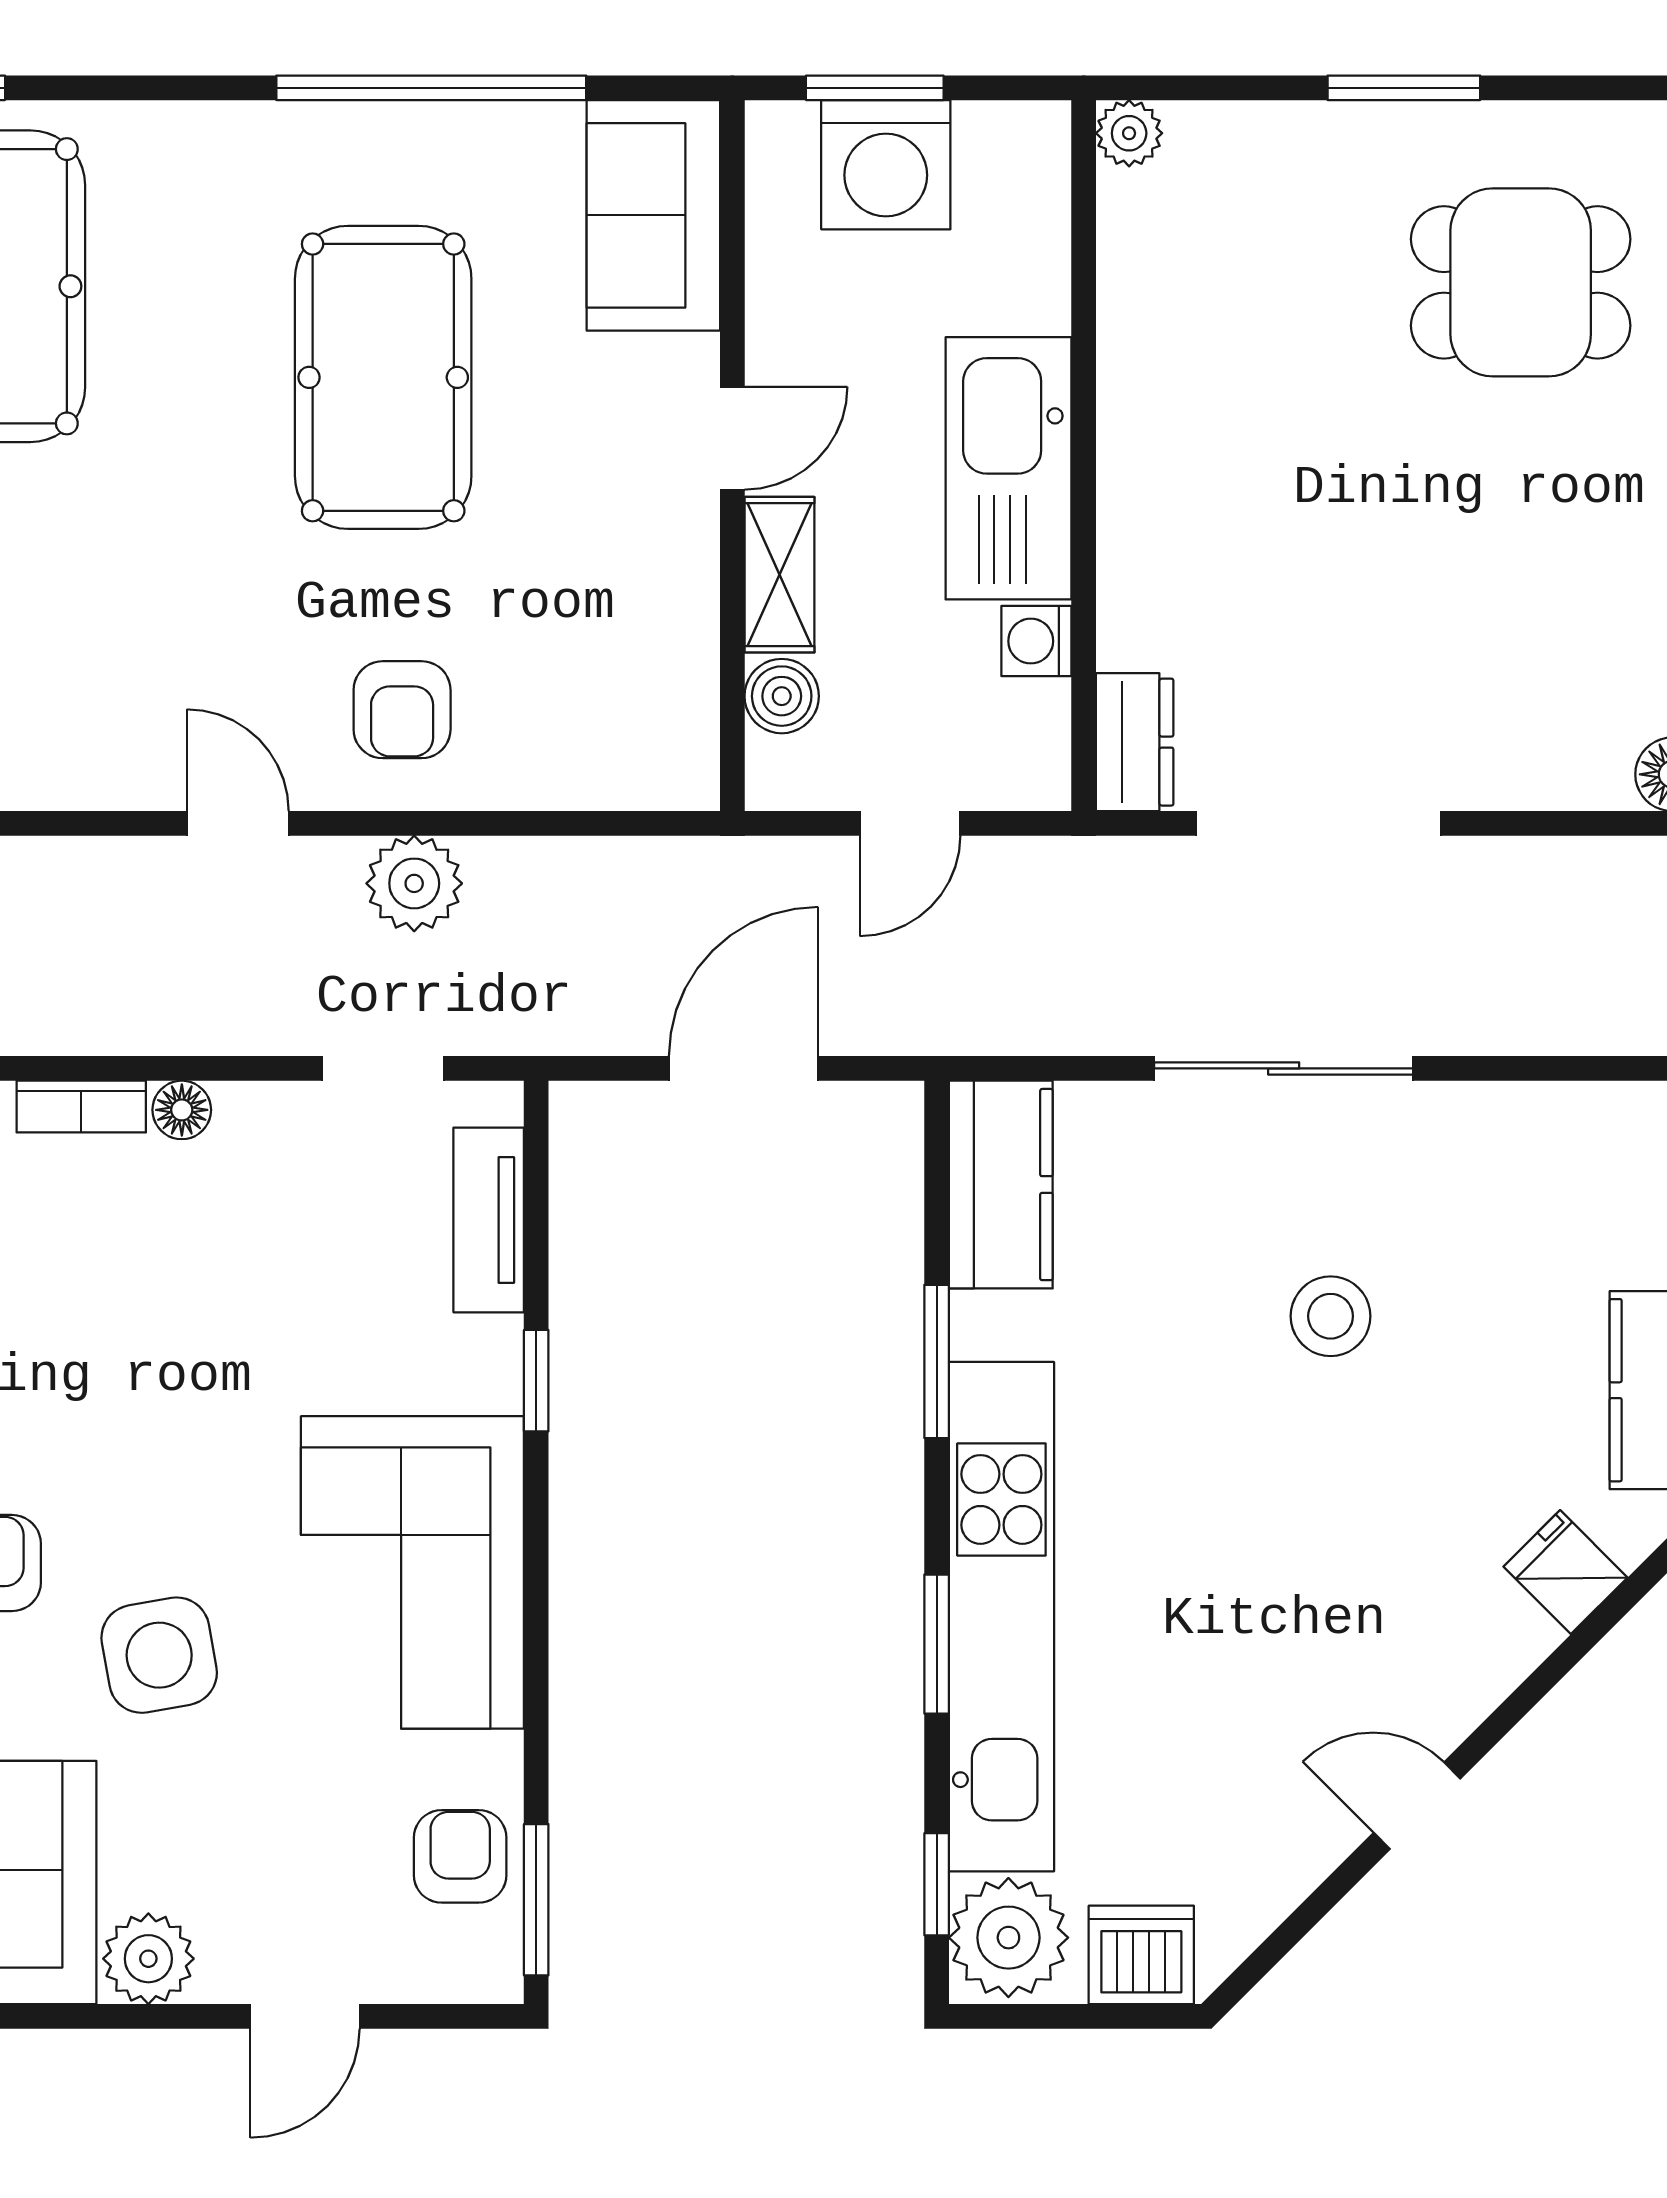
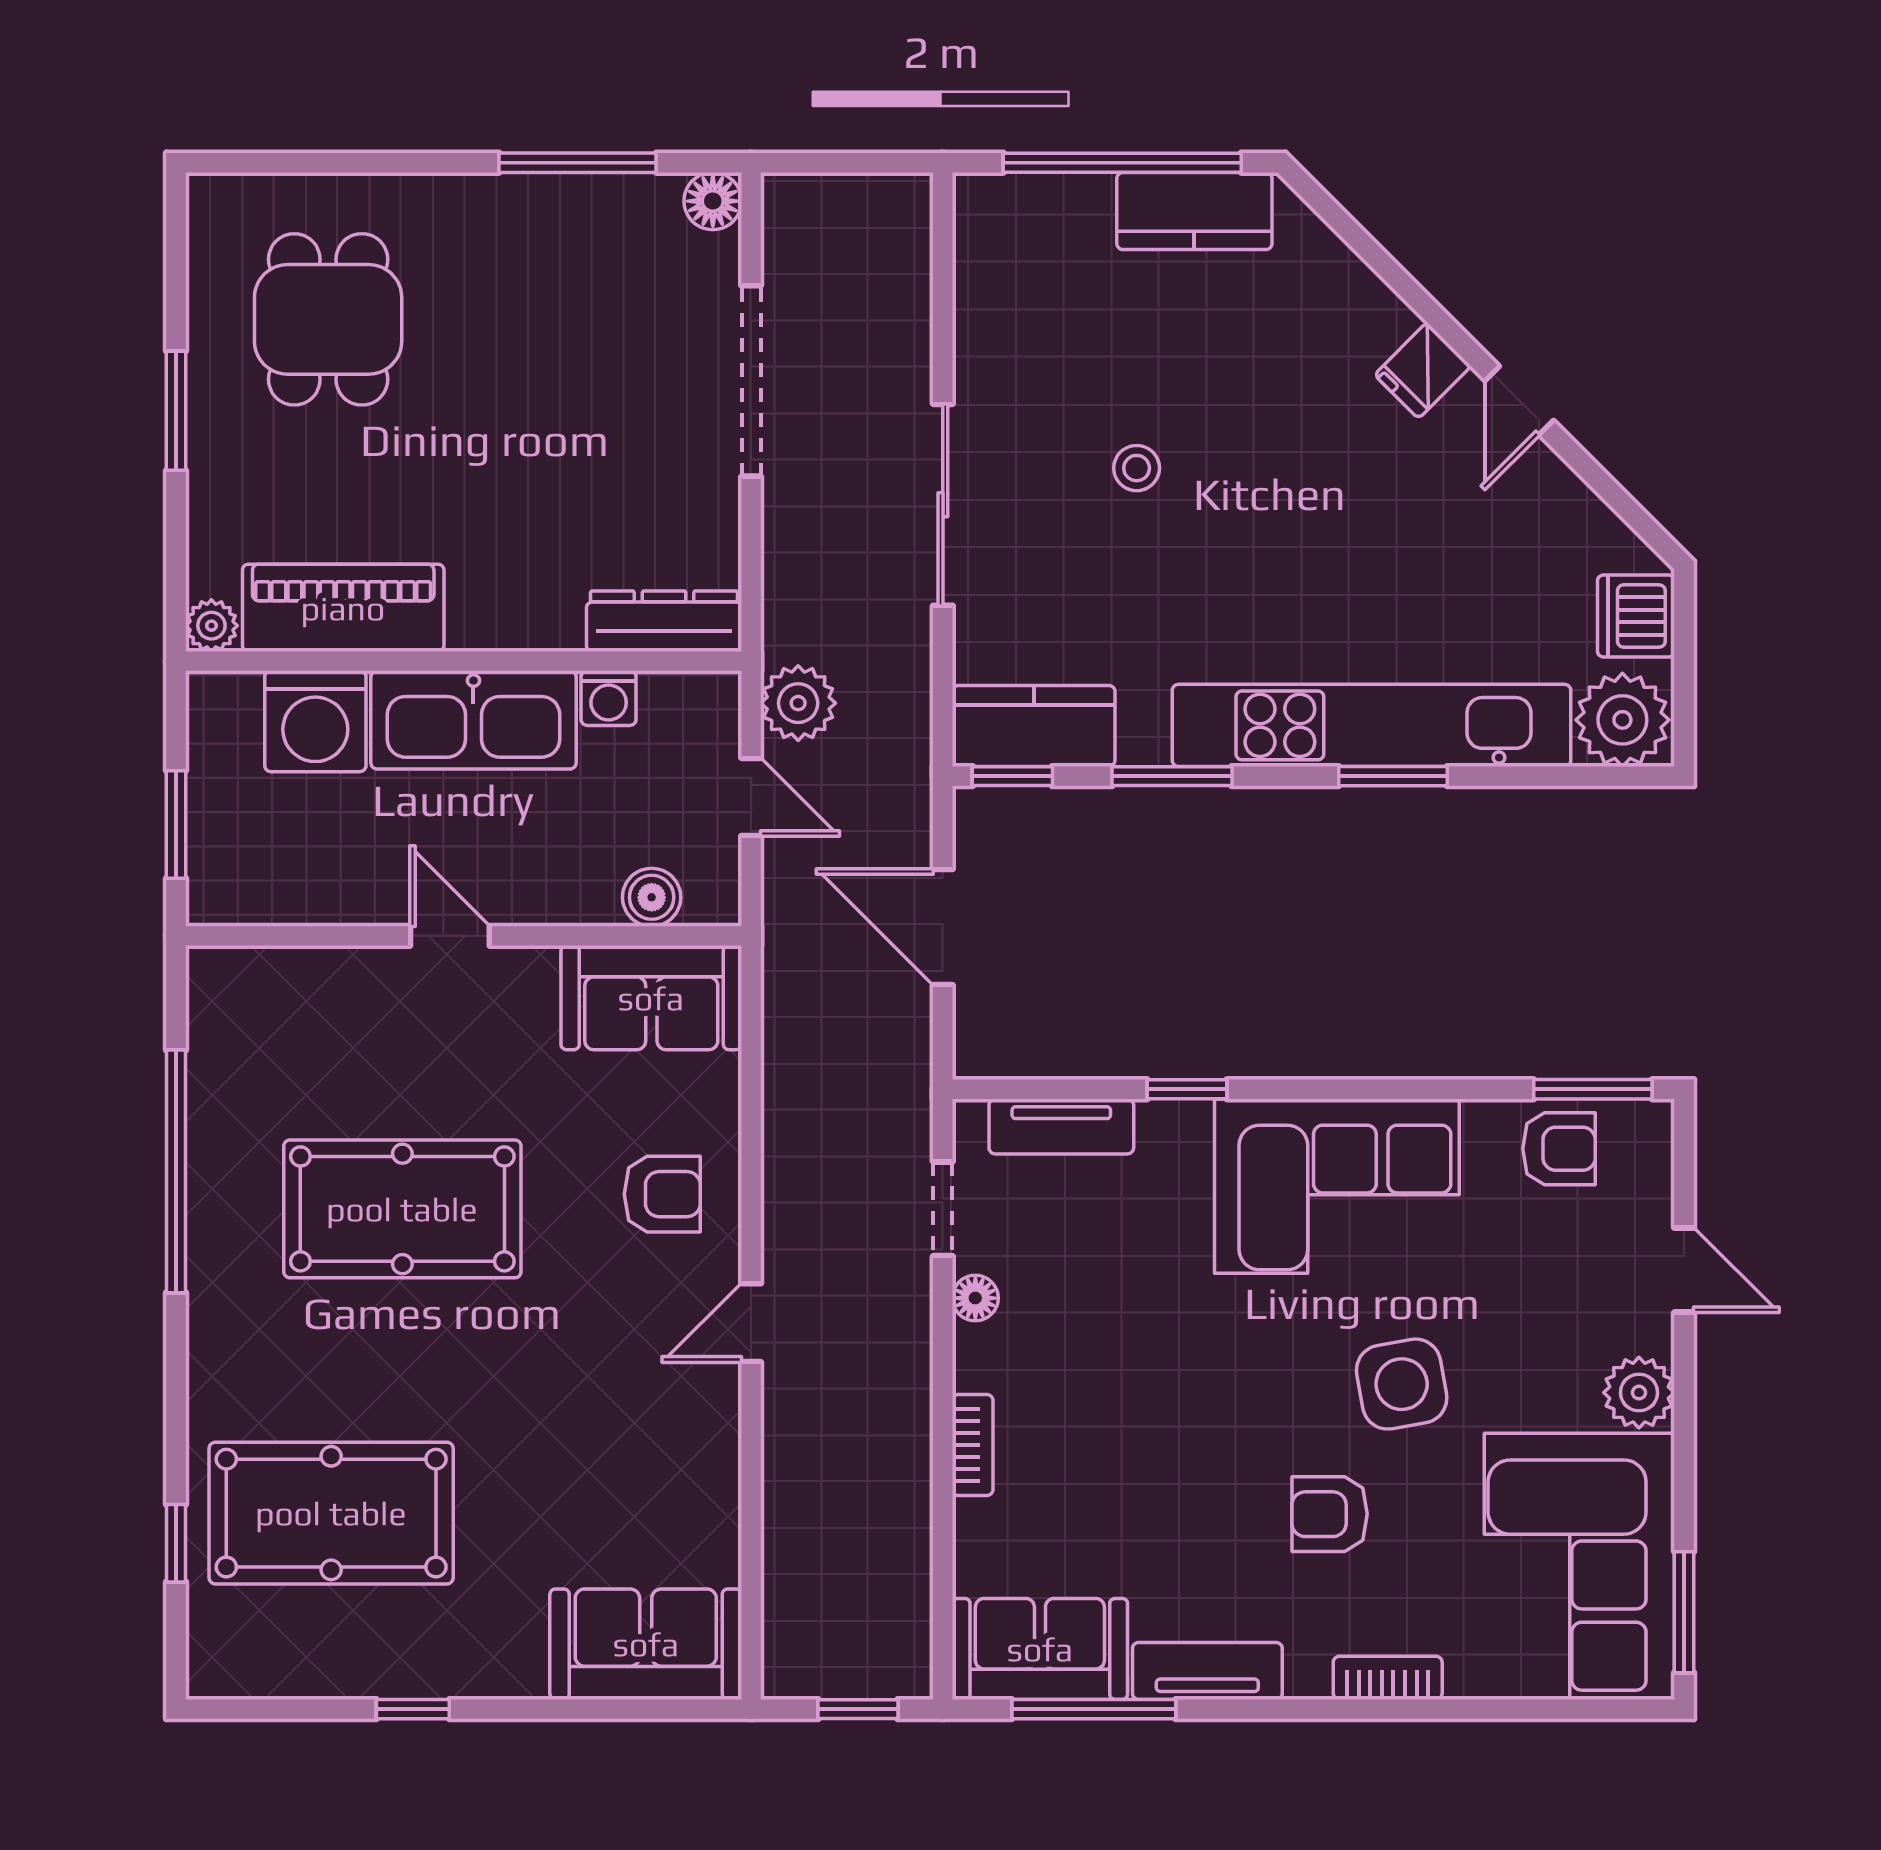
washing machine: (886, 165) -> (315, 721), moved, turned 90
sofa: (653, 215) -> (651, 998), moved
piano: (1152, 302) -> (343, 608), added
shelving: (780, 575) -> (557, 899), removed
dresser: (1135, 742) -> (664, 621), width x1.44
doorway: (1319, 823) -> (751, 381), moved
plant: (414, 883) -> (798, 703), moved
floor lamp: (182, 1110) -> (975, 1298), moved
stool: (1331, 1316) -> (1137, 468), width x0.73, depth x0.73
fridge: (1566, 1572) -> (1423, 370), moved
armchair: (460, 1856) -> (1559, 1149), turned 180
window: (937, 1884) -> (1012, 776), moved

